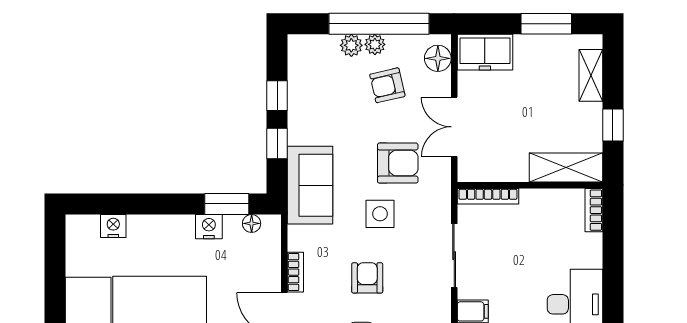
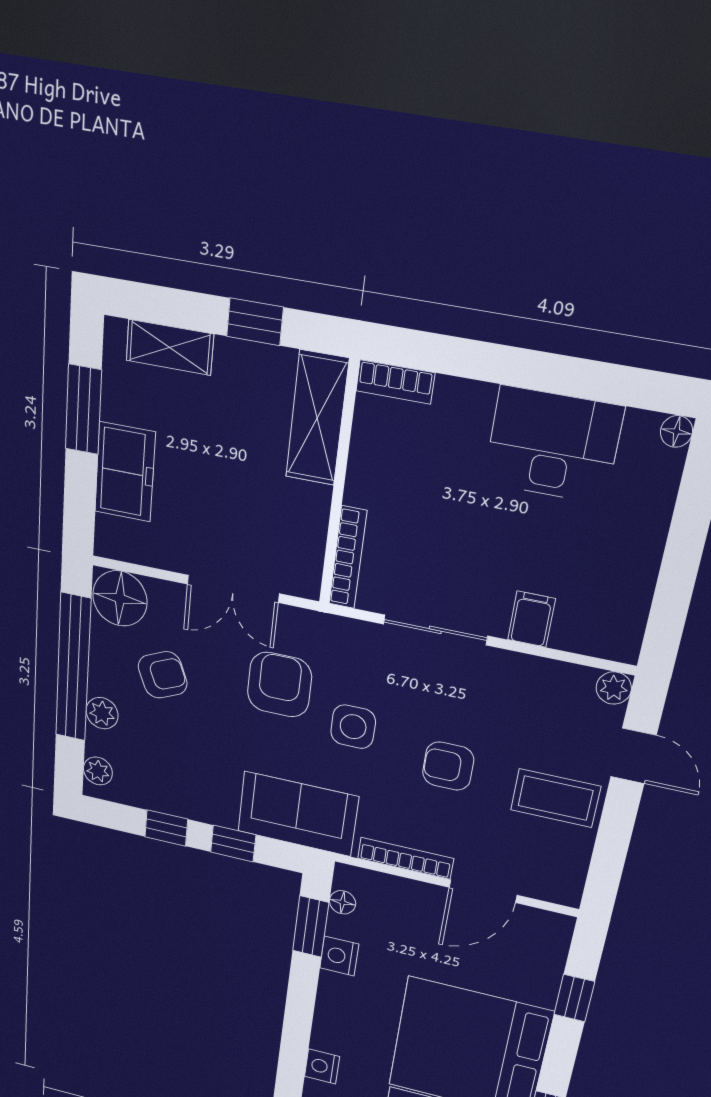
plant: (375, 44) -> (98, 771), moved
freezer: (485, 52) -> (125, 472), moved
floor lamp: (438, 58) -> (120, 598), width x1.38, depth x1.38
armchair: (387, 85) -> (163, 675), turned -100
bookcase: (295, 272) -> (405, 858), width x1.56

